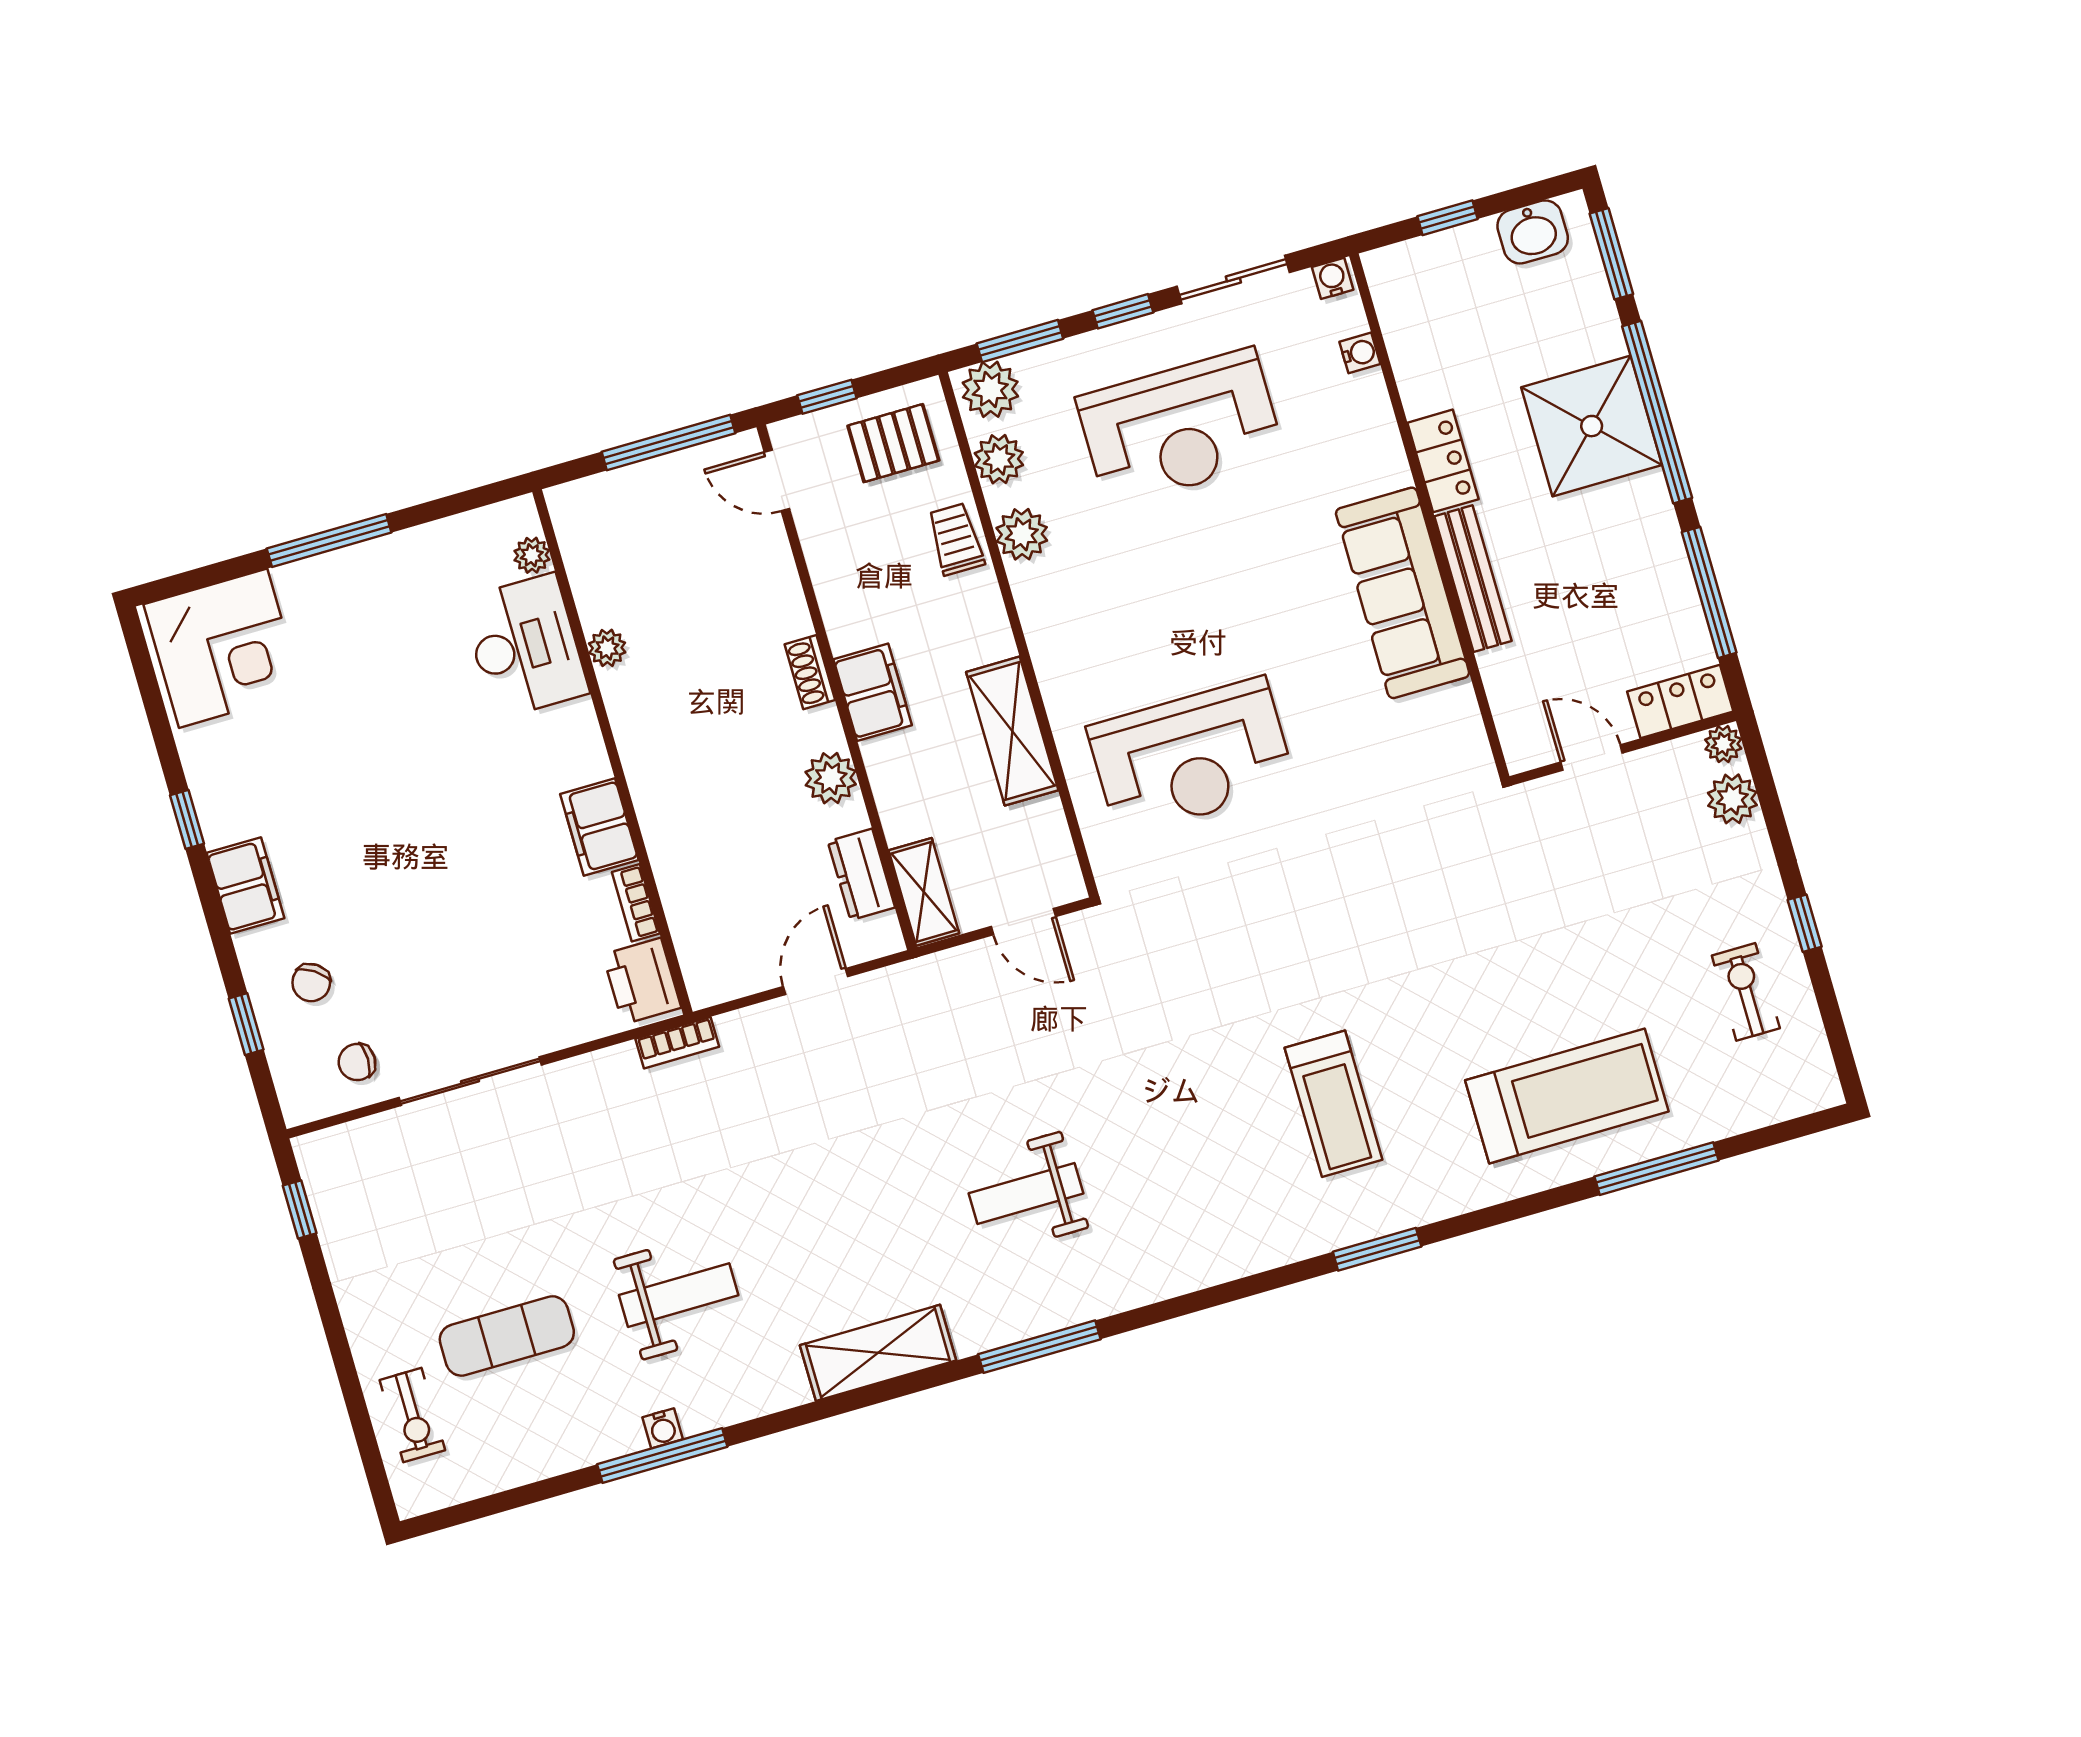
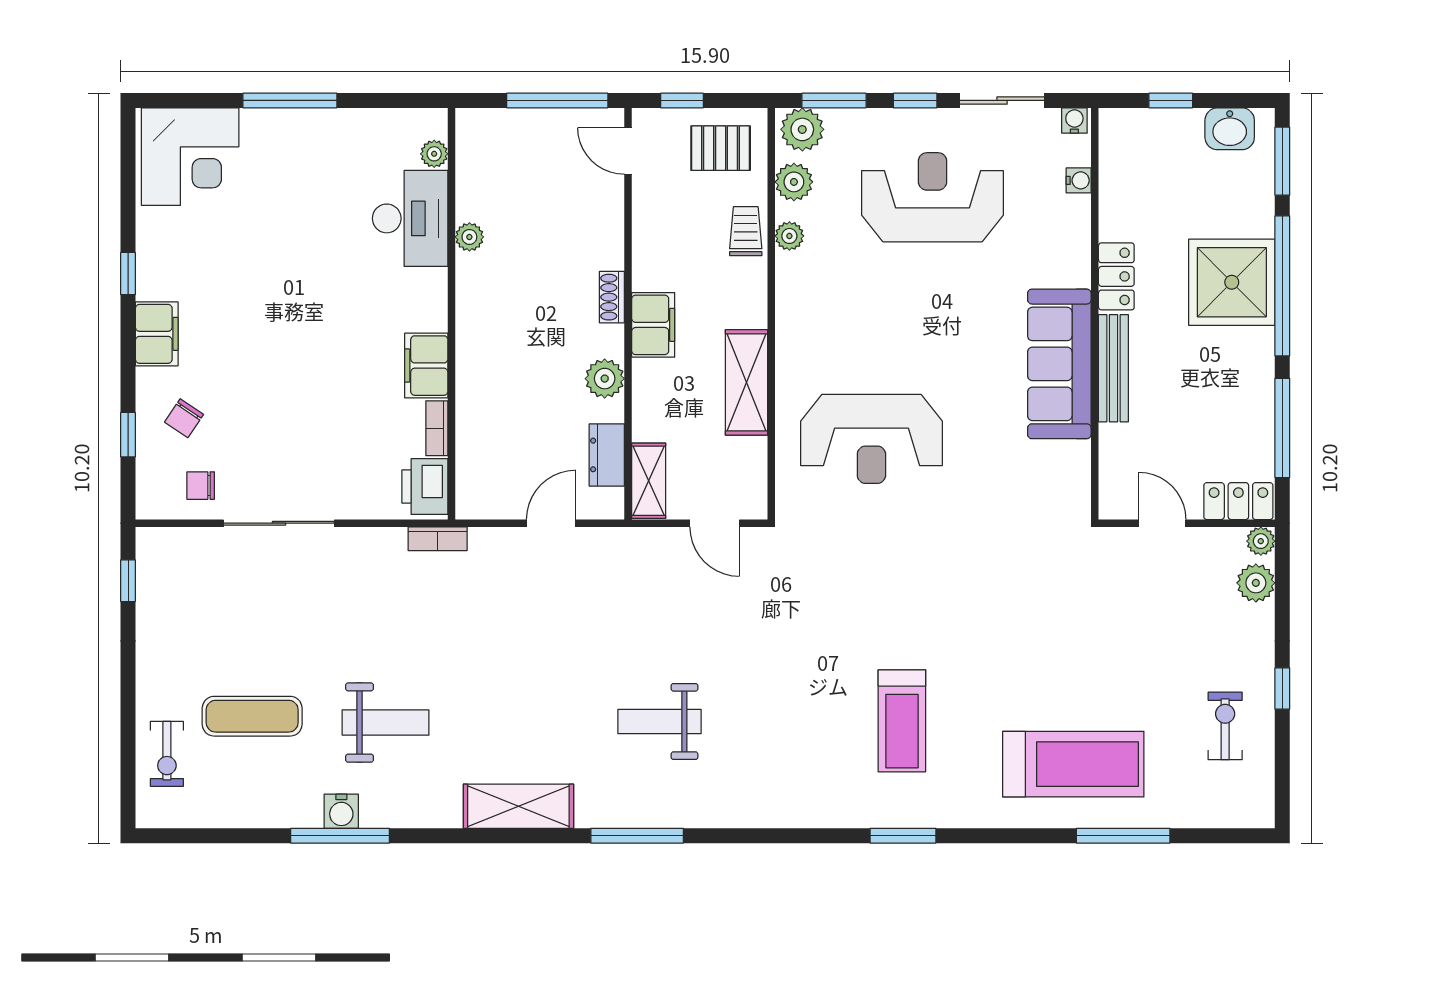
reception desk: (1180, 428) -> (933, 197), turned 180
plant: (1022, 534) -> (789, 236), width x0.73, depth x0.73
water cooler: (663, 1428) -> (341, 811), width x1.38, depth x1.38

